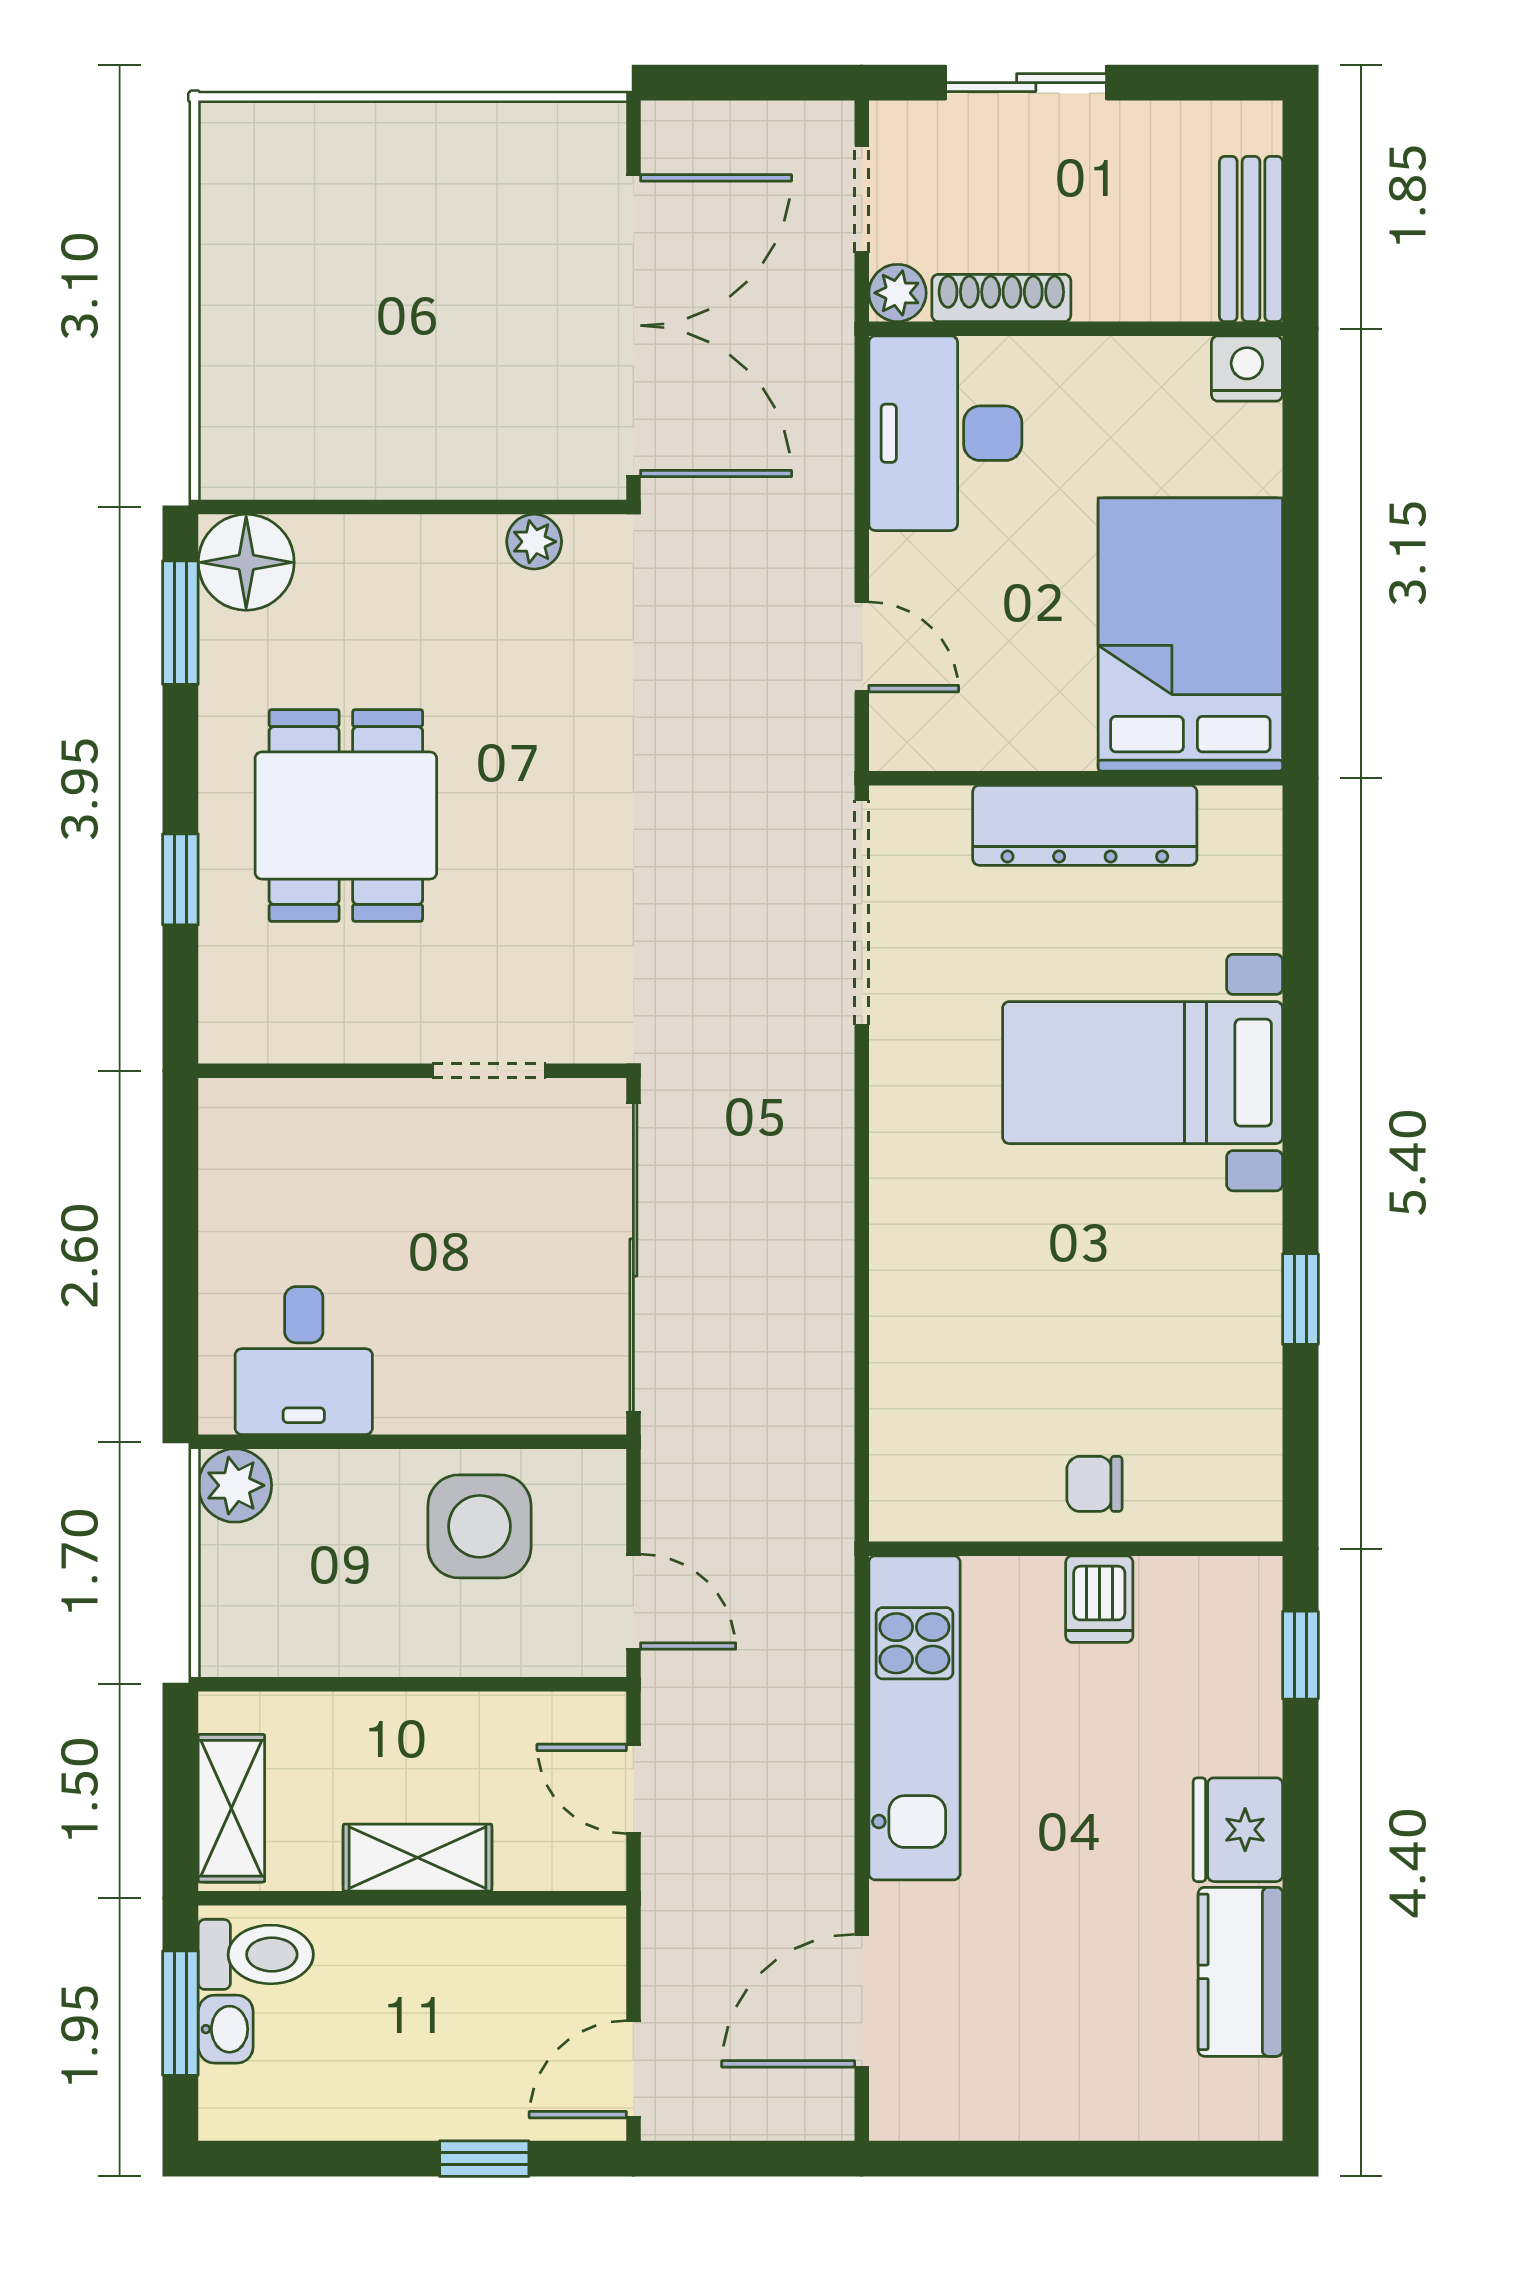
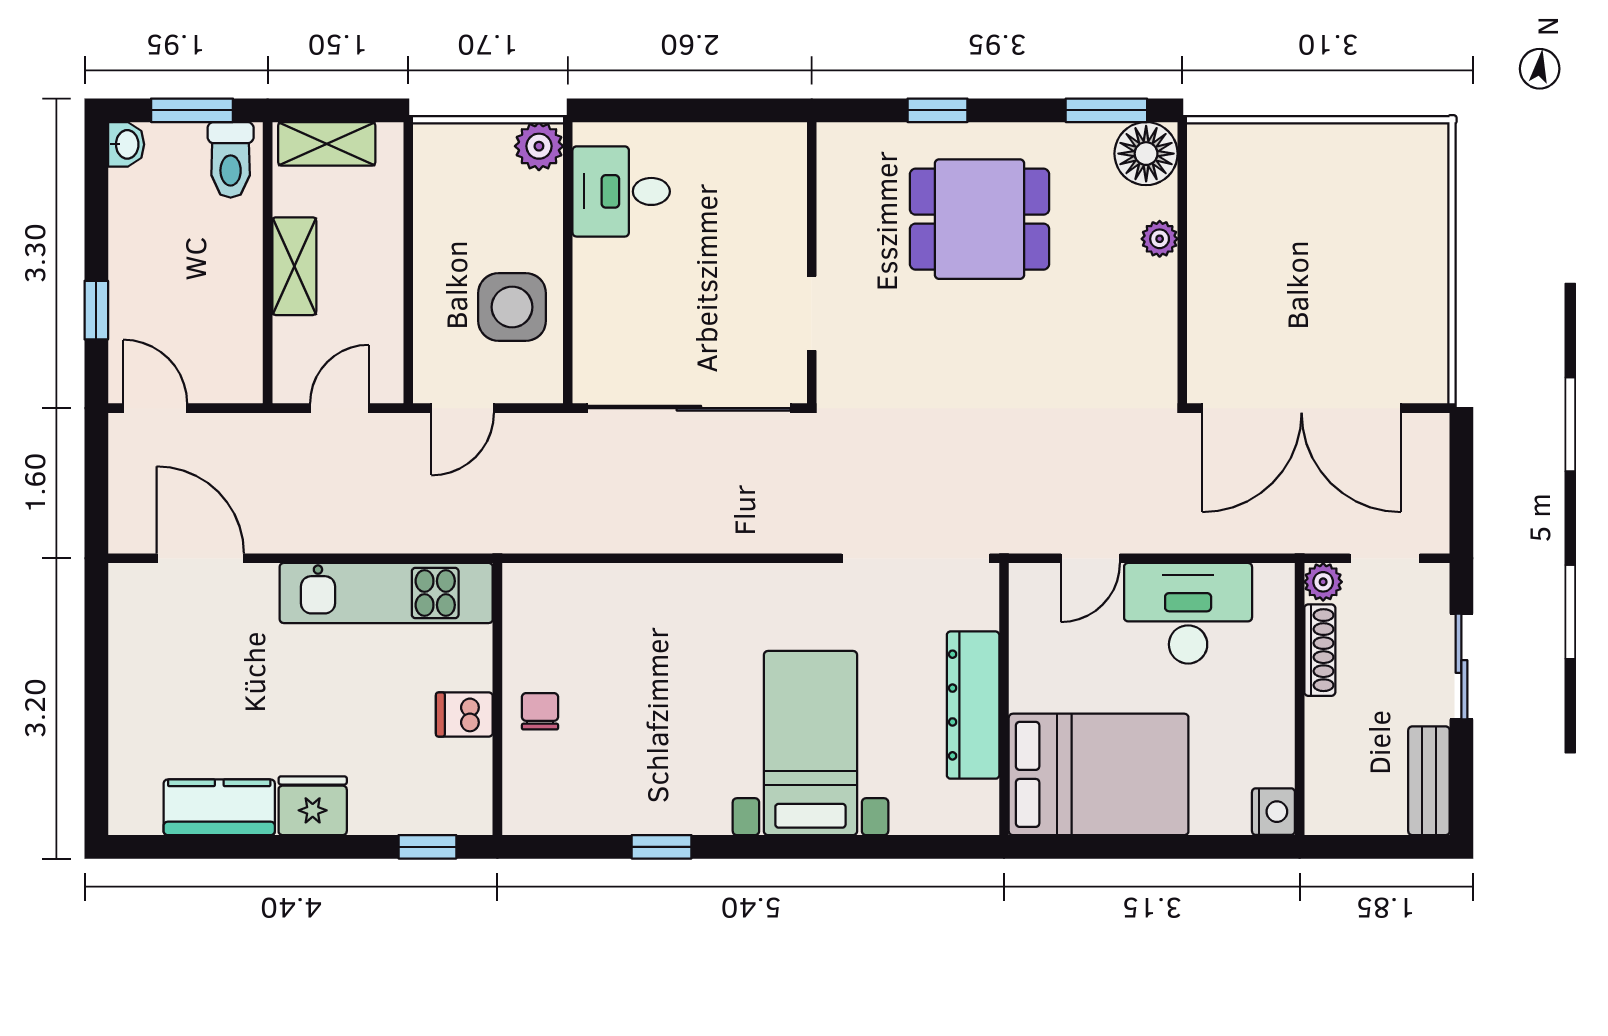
bench: (1251, 239) -> (1429, 781), moved, turned 90
desk: (945, 433) -> (1188, 613), moved
plant: (534, 542) -> (1160, 239), moved
washbasin: (226, 2029) -> (126, 144), moved, turned -90

